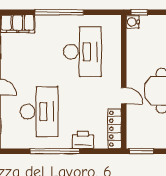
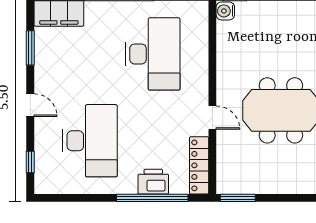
window: (55, 151) -> (152, 198), moved

